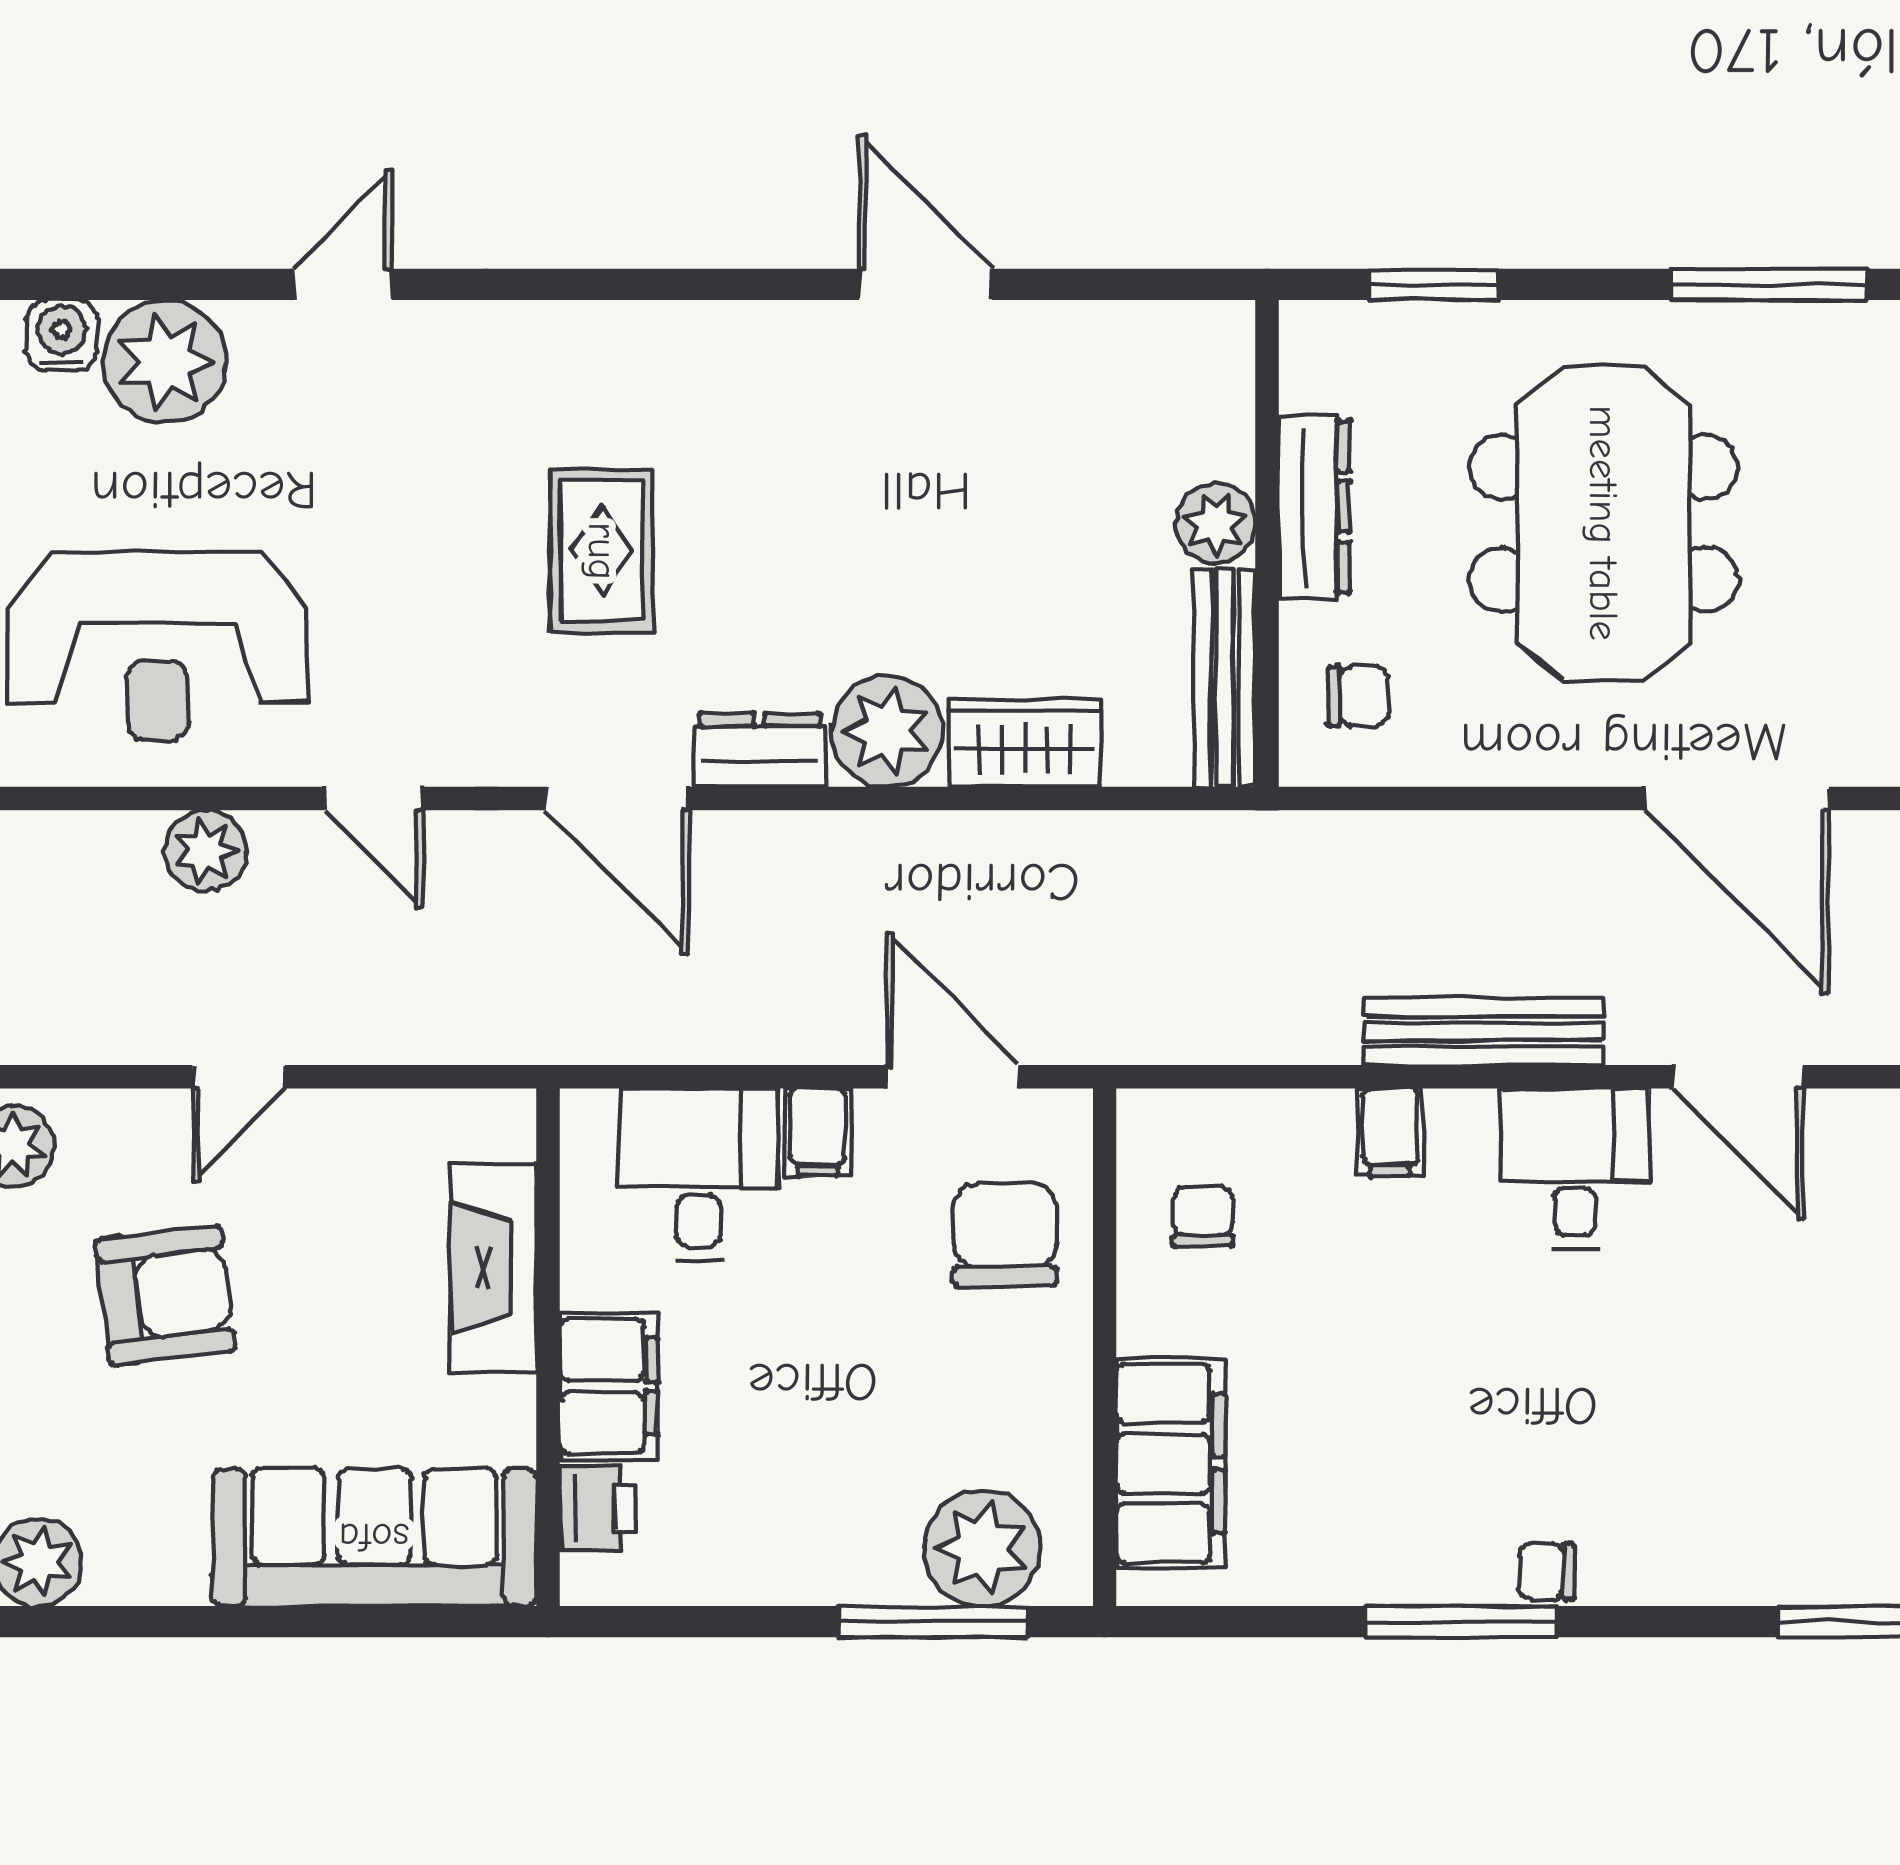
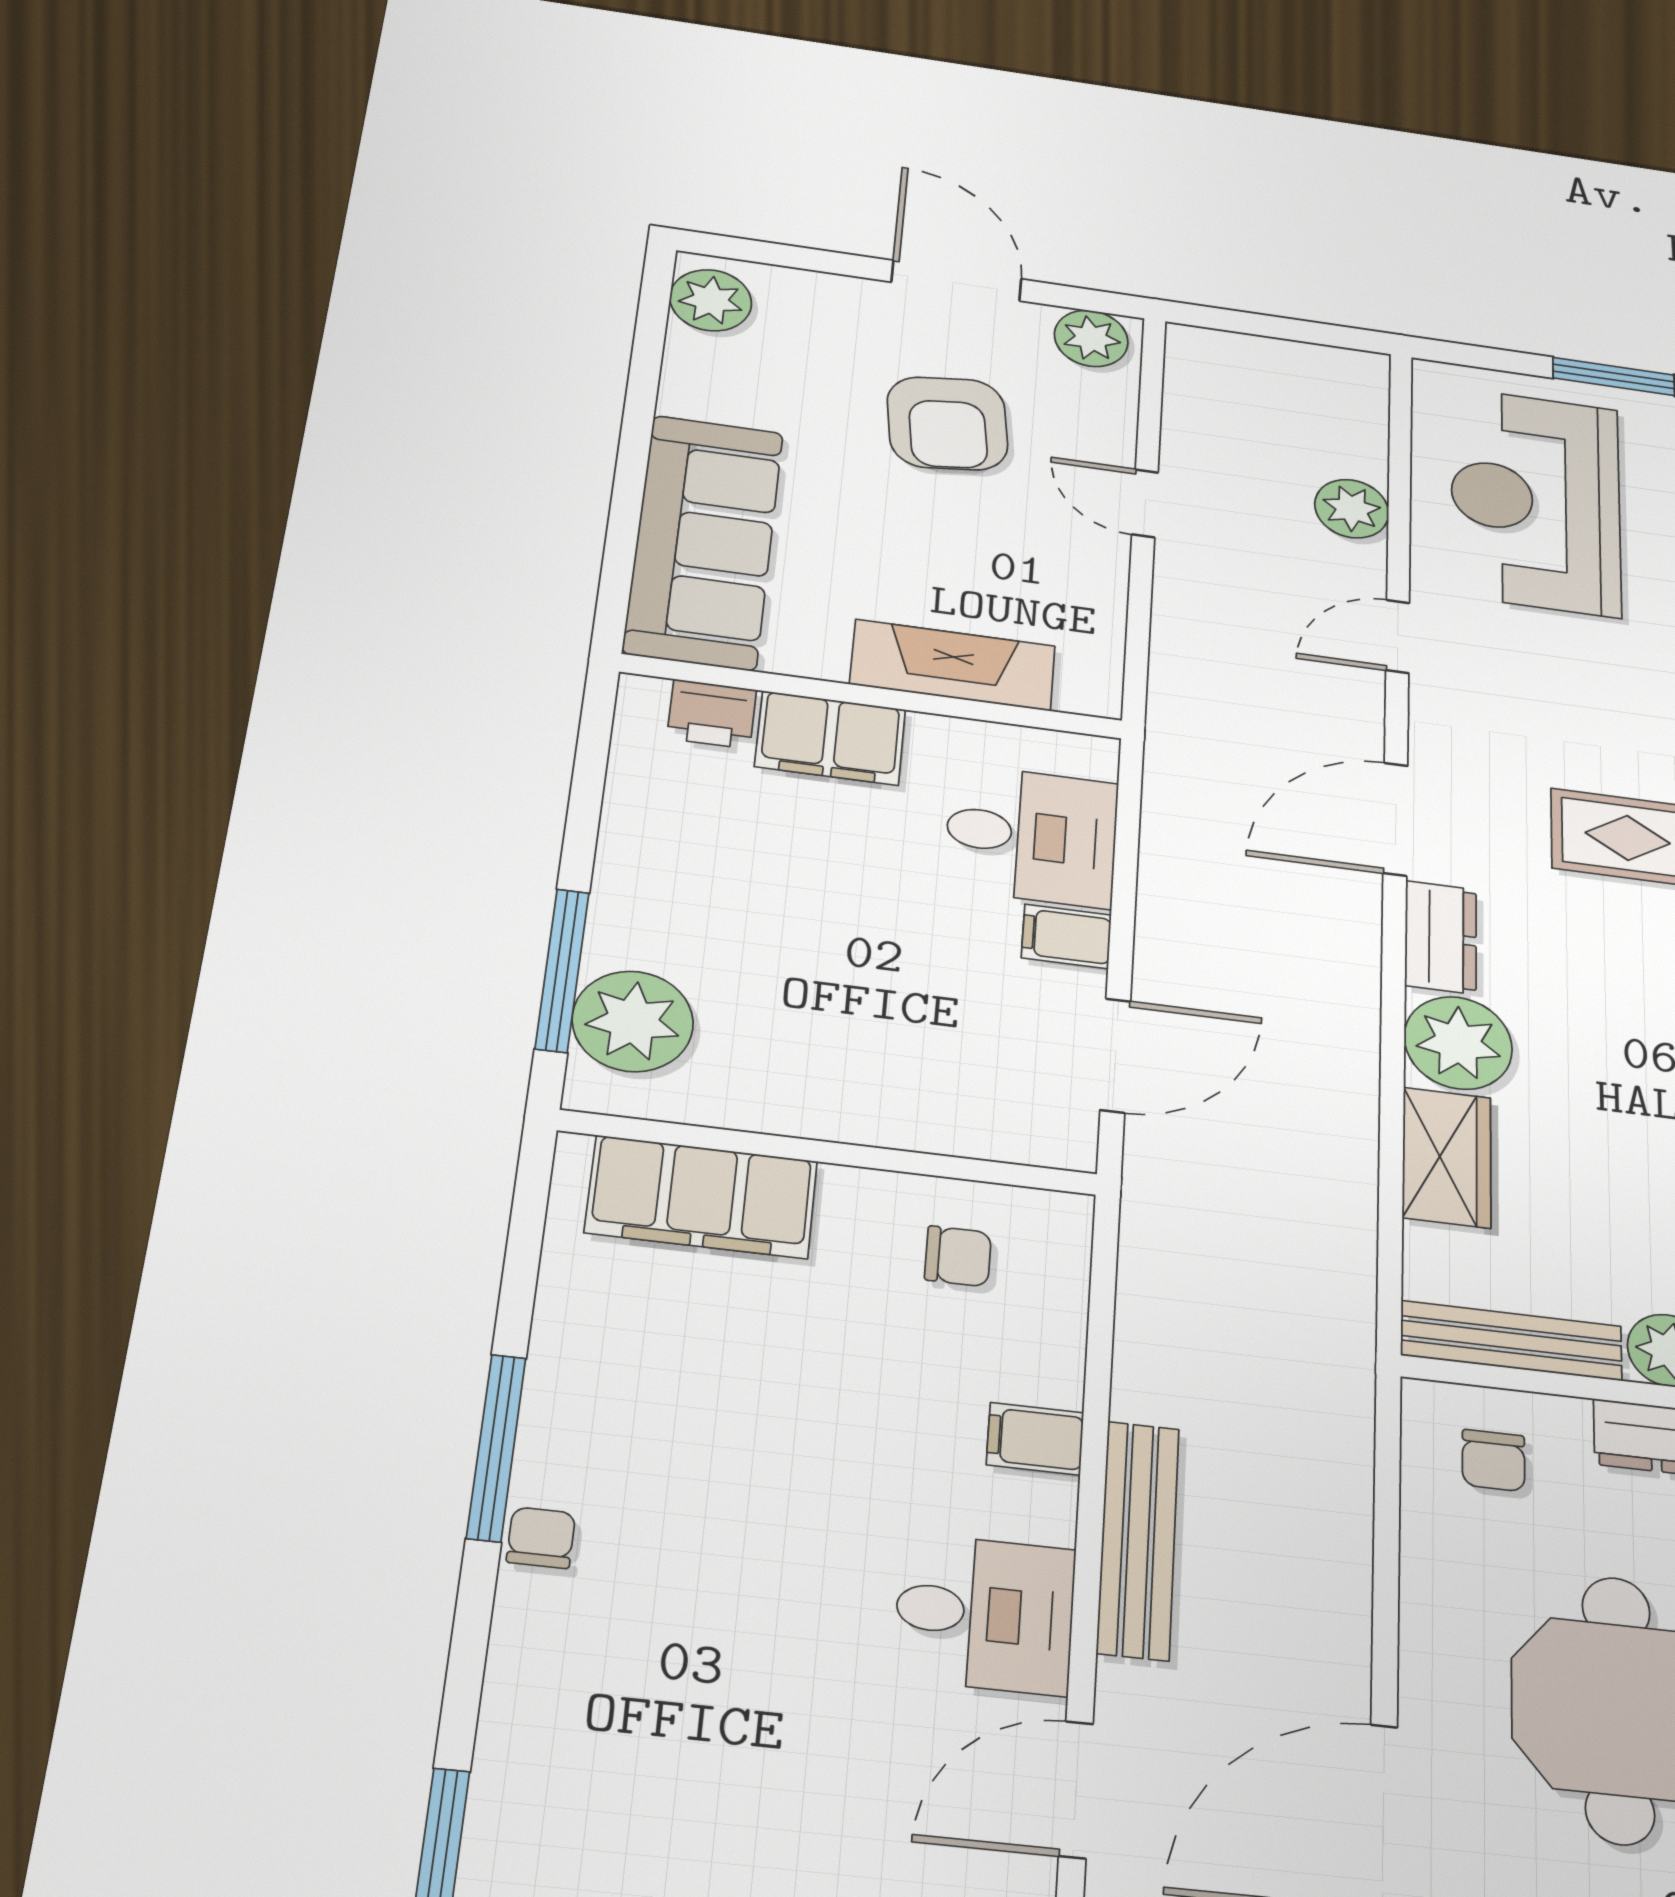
chair: (1005, 1235) -> (952, 1080), removed

